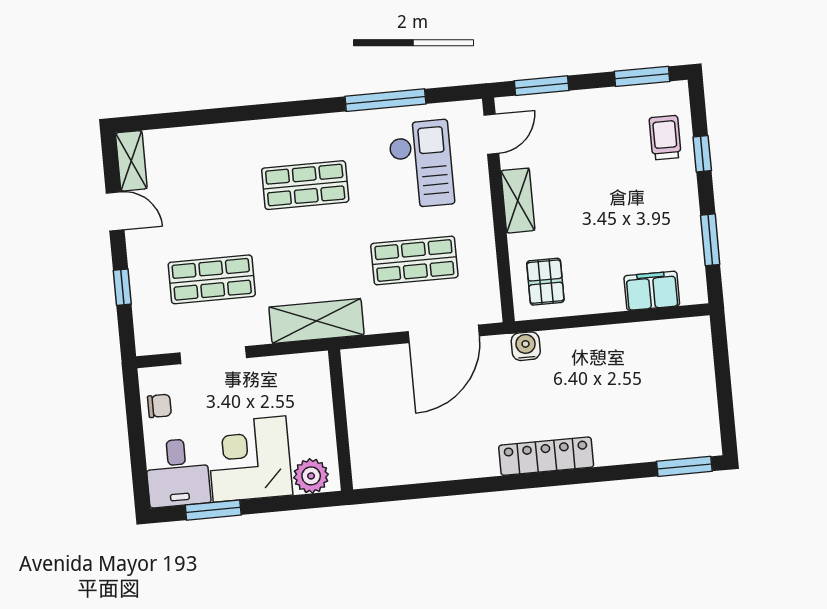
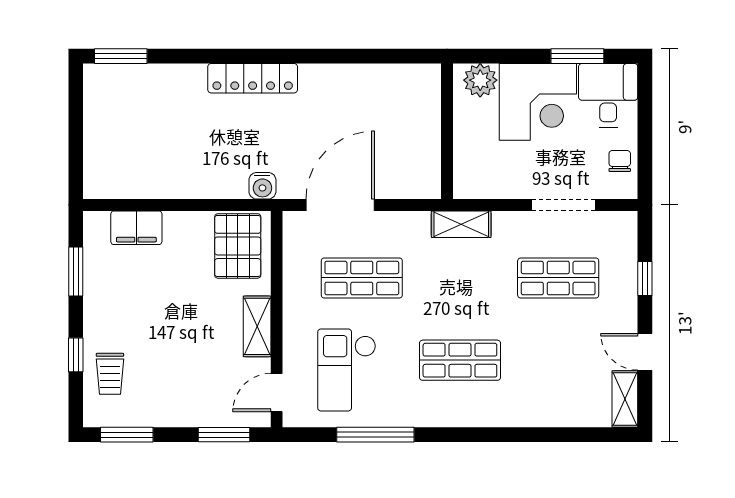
pallet: (545, 282) -> (238, 246), width x1.50, depth x1.42
shelving: (316, 321) -> (461, 224), width x0.67, depth x0.75
chair: (159, 406) -> (620, 161), turned 90

